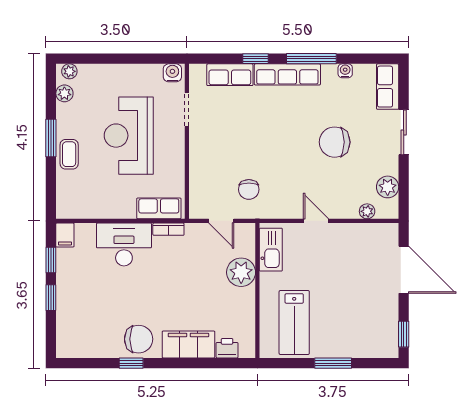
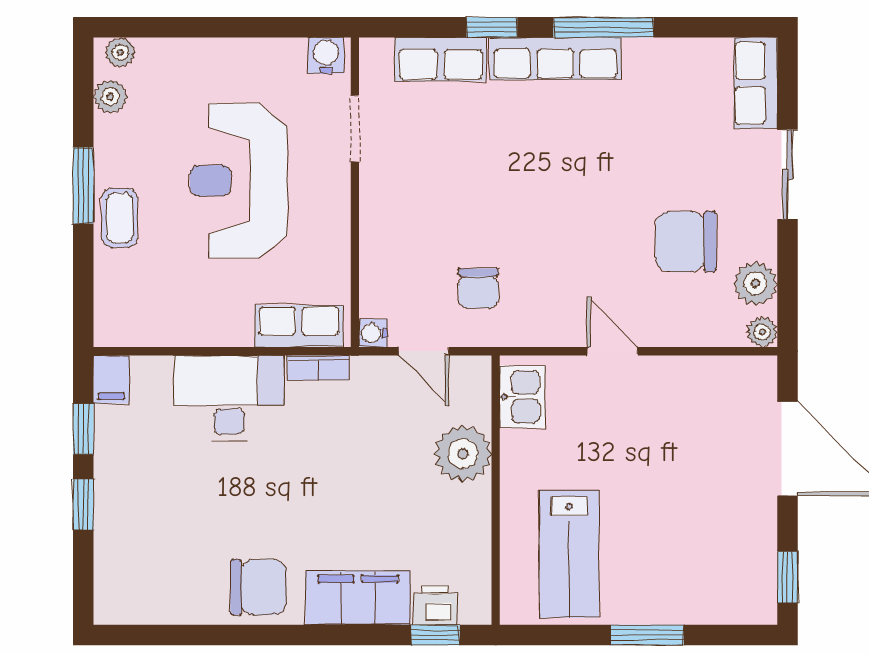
water cooler: (345, 71) -> (373, 333), moved, turned -90
chair: (335, 142) -> (686, 242), moved
plant: (367, 211) -> (762, 332), moved
kitchen sink: (271, 250) -> (522, 397), width x0.73
window: (131, 363) -> (436, 635), moved

